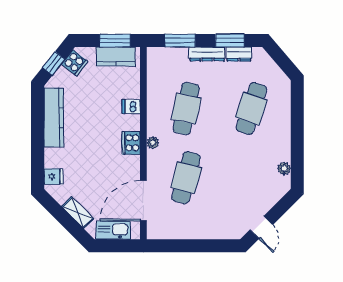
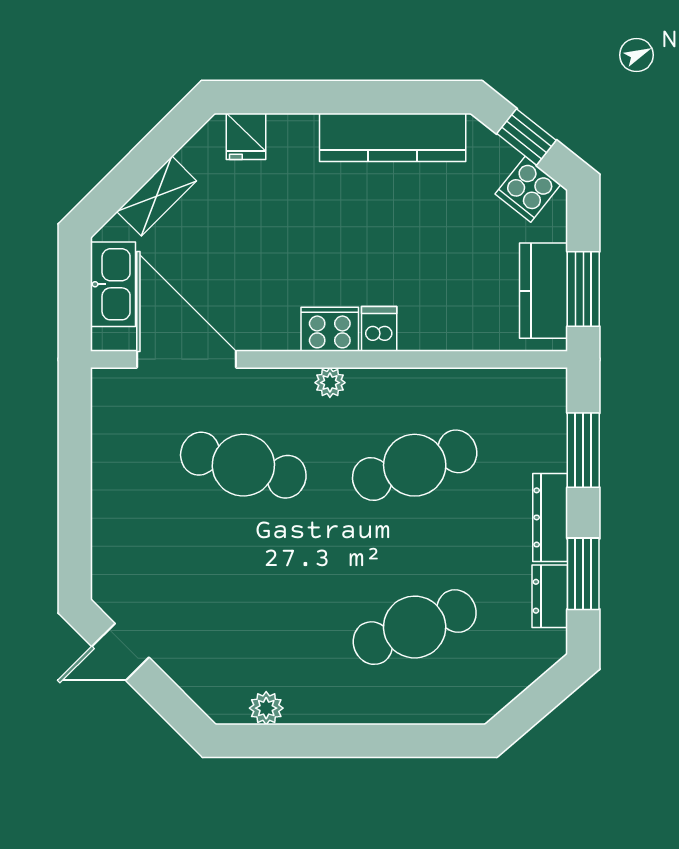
dishwasher: (131, 107) -> (379, 329), moved
cafe table: (186, 109) -> (415, 465), turned -30
cafe table: (251, 109) -> (415, 627), turned -39

